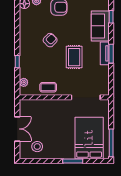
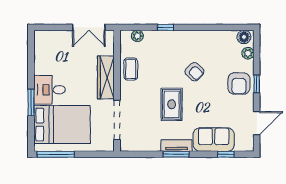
rug: (74, 57) -> (172, 104), turned 90
wardrobe: (54, 106) -> (106, 77), added
double door: (17, 129) -> (89, 27), moved
stool: (37, 147) -> (51, 54), removed
desk: (63, 147) -> (50, 90), added

